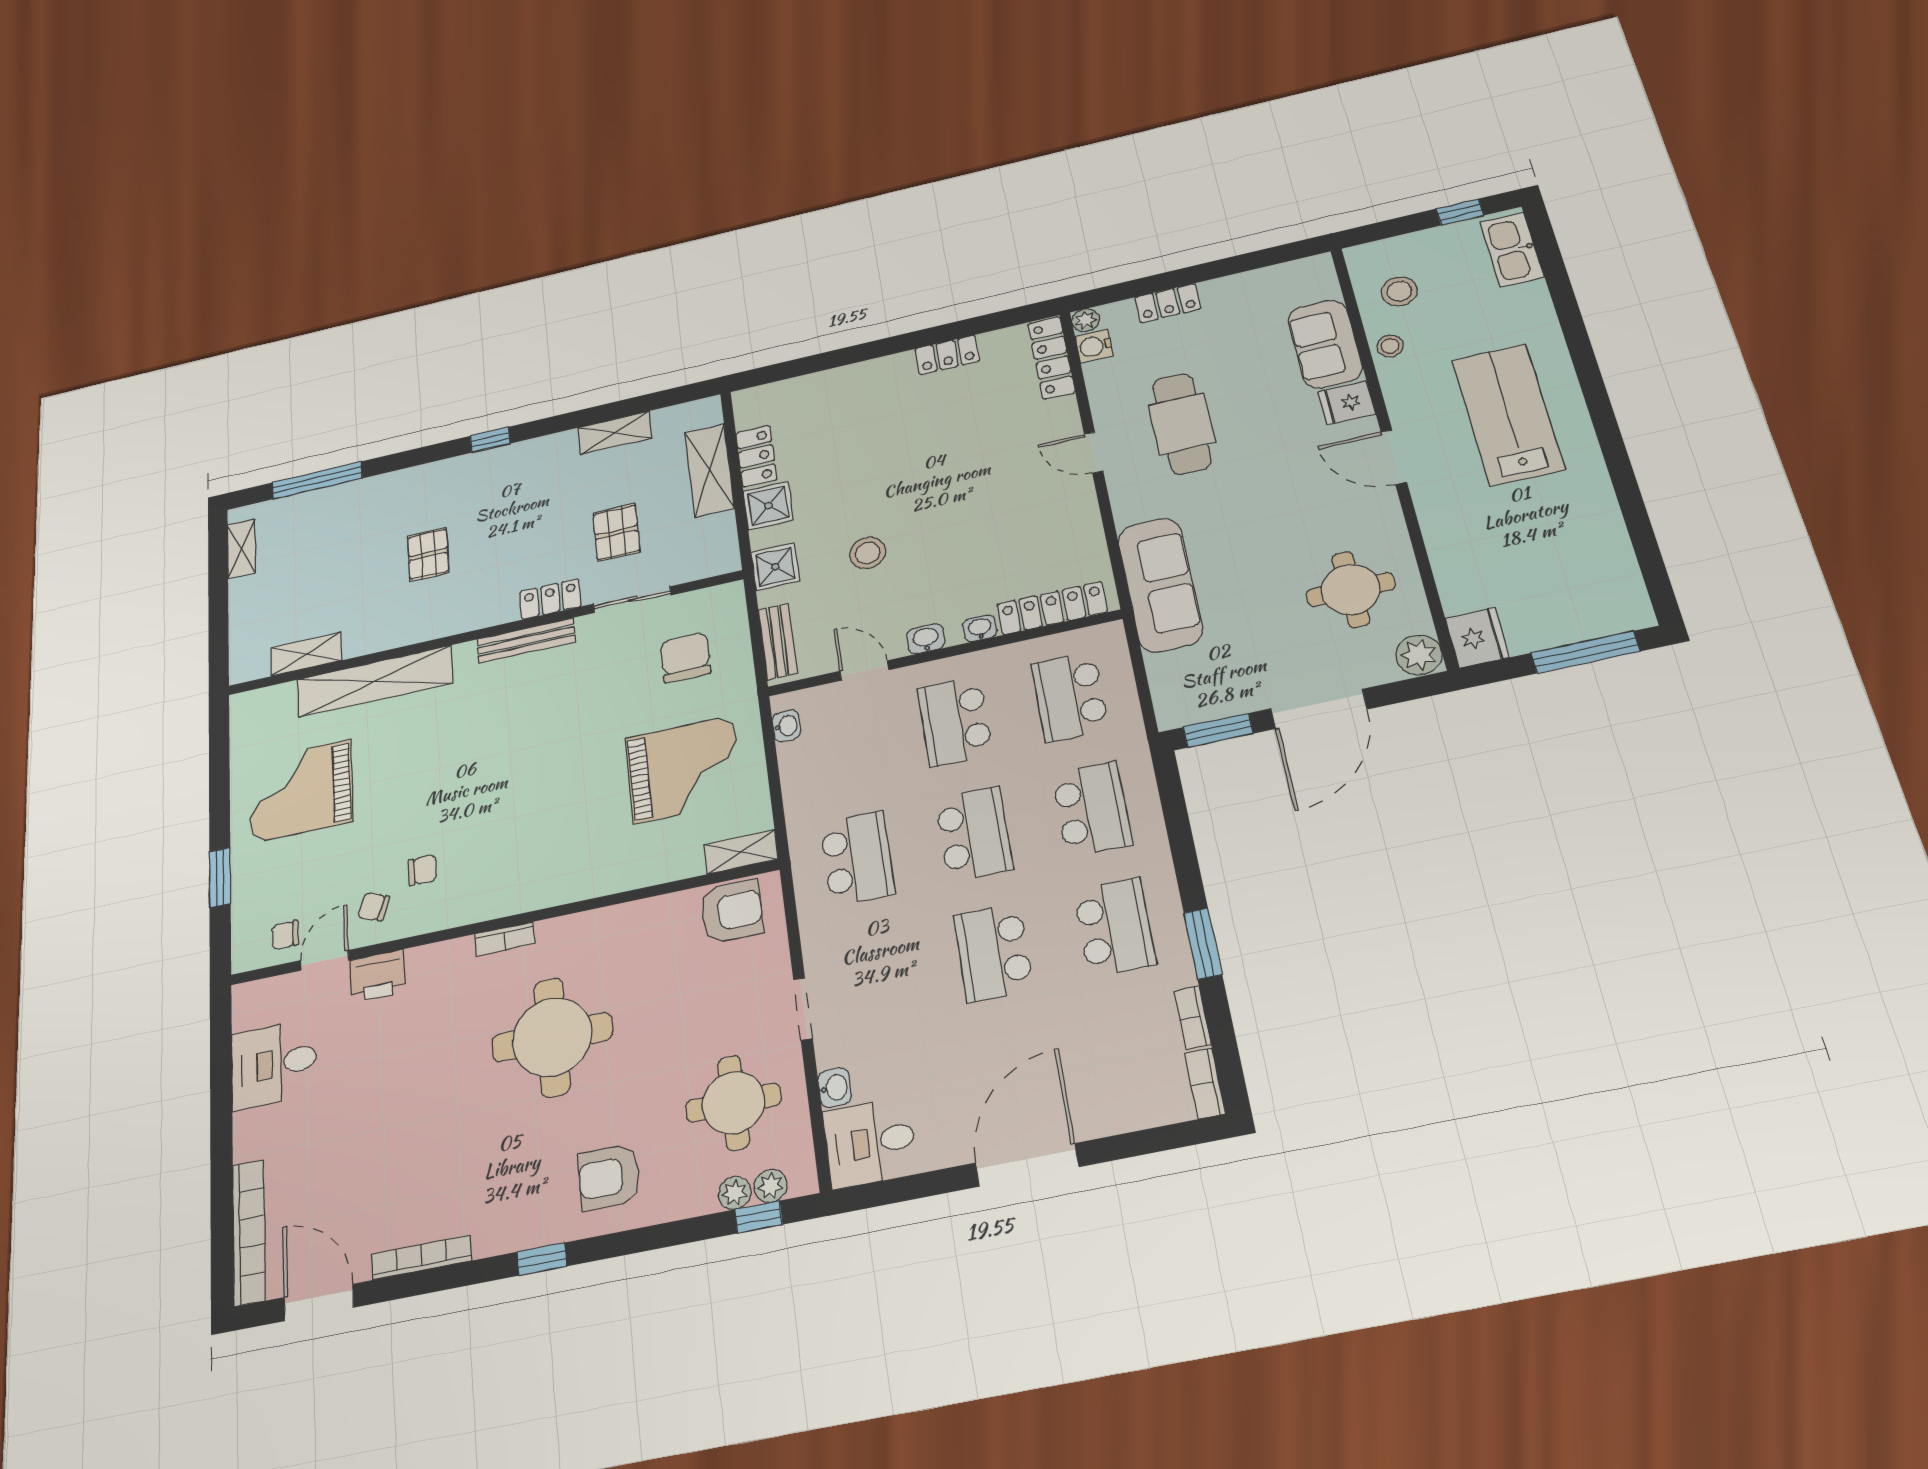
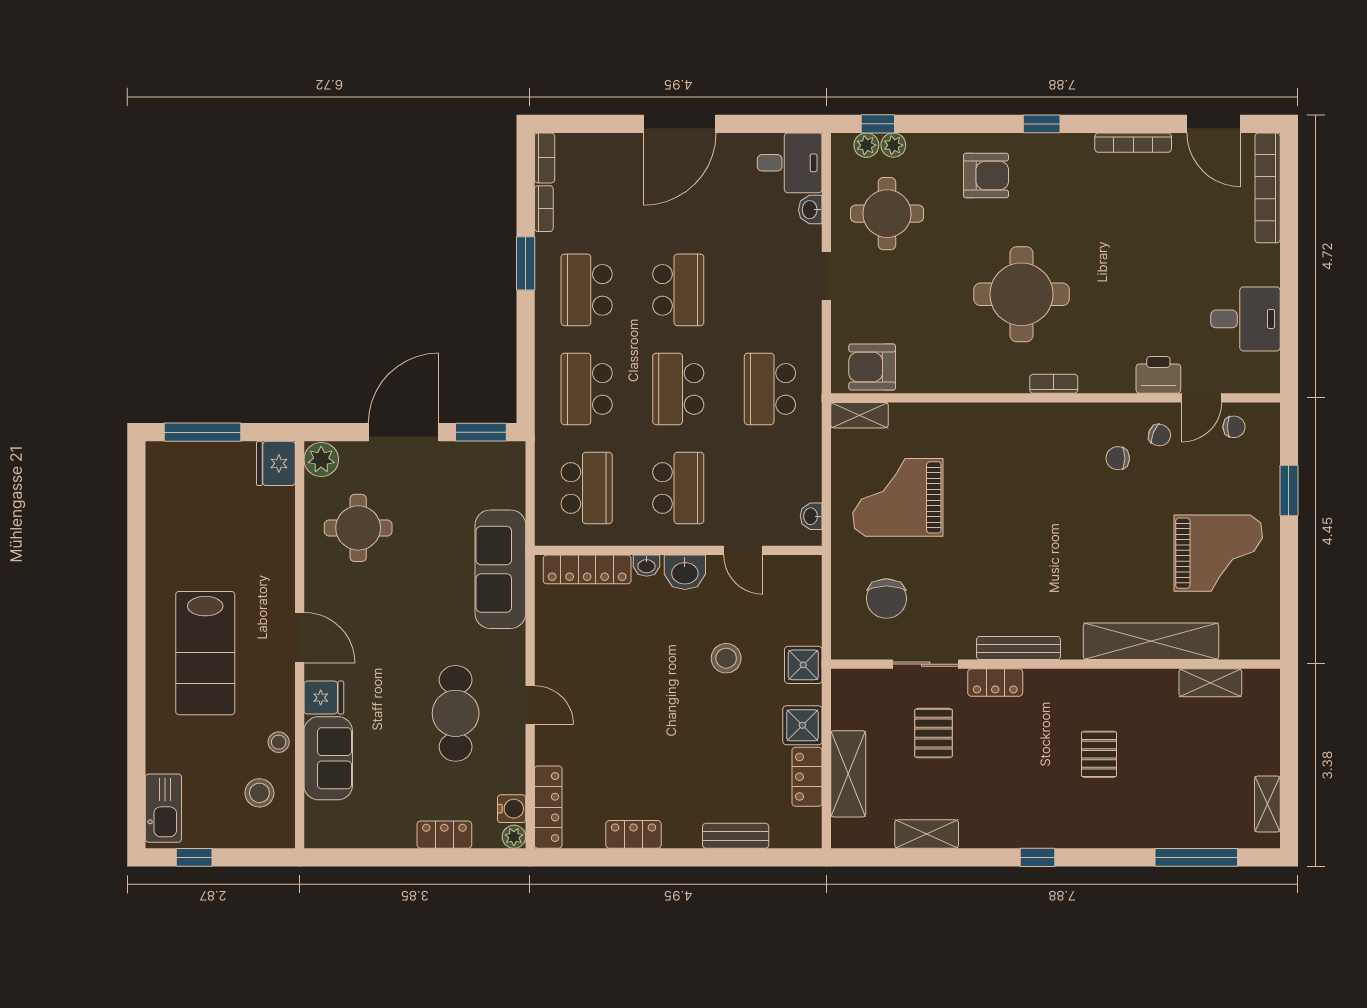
washbasin: (926, 639) -> (685, 572), width x1.38, depth x1.45
bench: (778, 641) -> (736, 836), moved, turned 90

